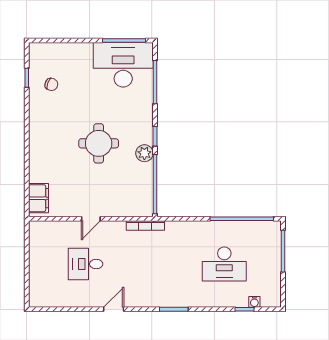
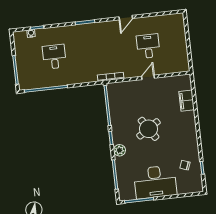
desk: (123, 65) -> (155, 182), moved
round table: (99, 143) -> (148, 129), turned -33
plant: (144, 153) -> (119, 150), moved
filing cabinet: (38, 198) -> (187, 101), moved
desk: (86, 264) -> (148, 46), turned -90
desk: (224, 264) -> (54, 57), width x0.73

